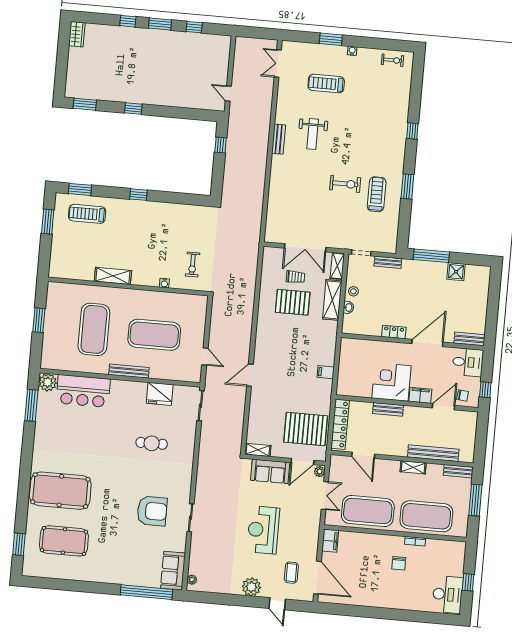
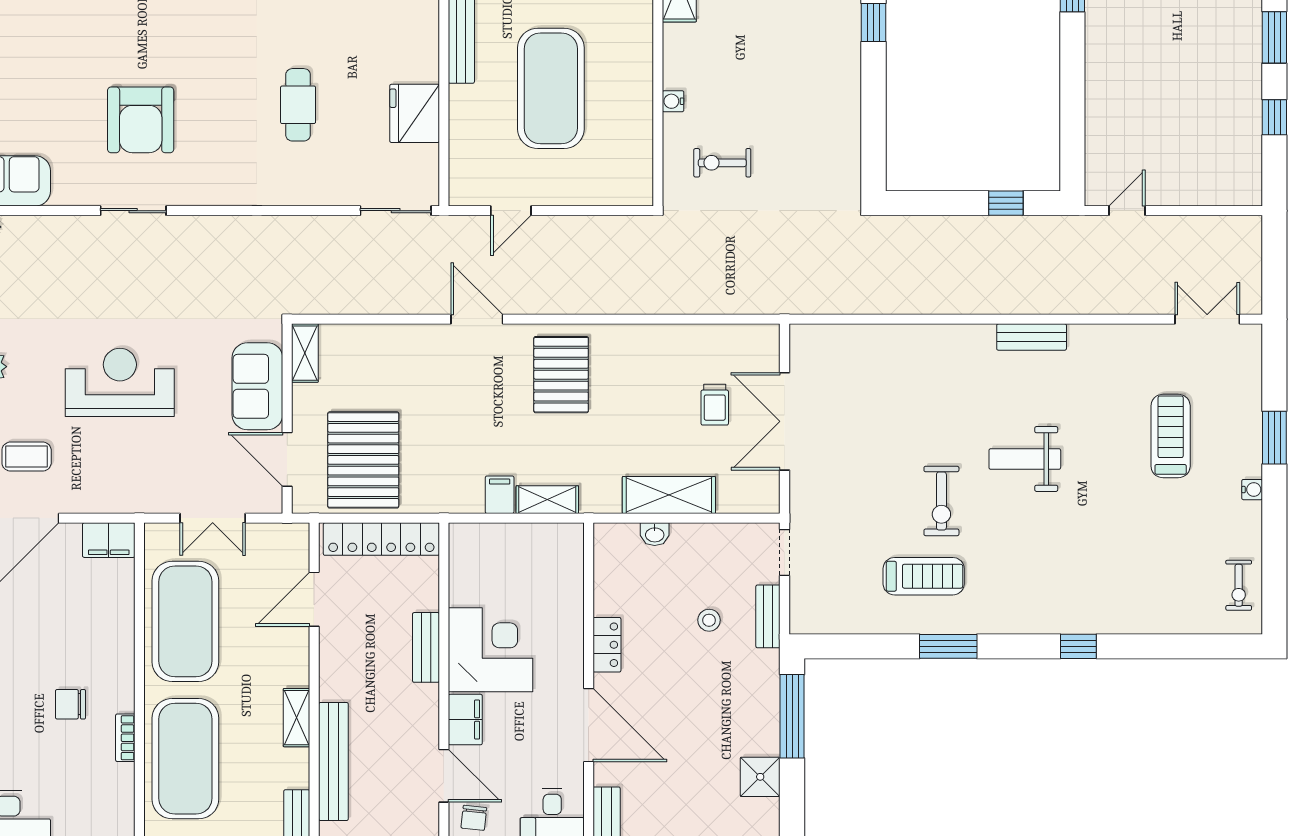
weight bench: (313, 134) -> (1025, 459), moved
shelving: (337, 266) -> (547, 500), moved
stool: (353, 291) -> (709, 620), moved
pallet: (293, 302) -> (561, 375), moved
plant: (319, 472) -> (267, 501), removed

